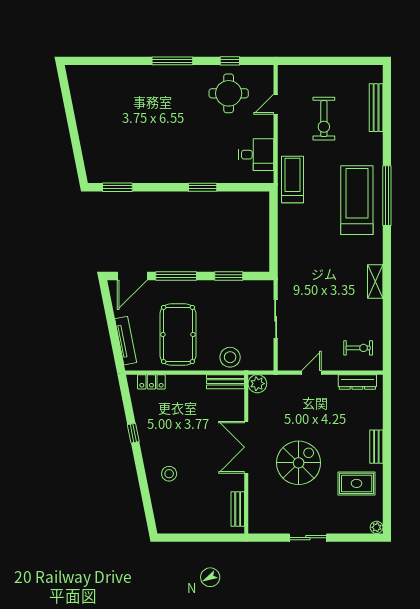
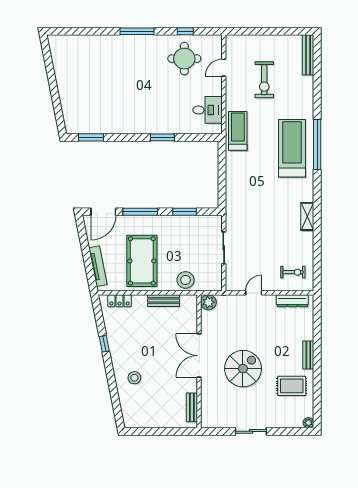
bench: (376, 108) -> (308, 55), moved
bench: (225, 382) -> (164, 301), moved

